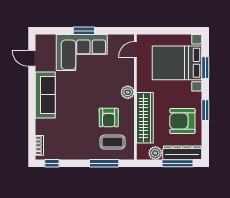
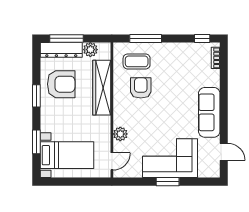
bed with nightstands: (177, 63) -> (67, 155), width x0.73
plant: (128, 92) -> (120, 134), moved

